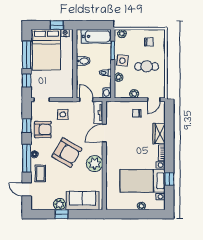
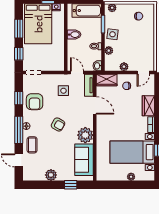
window: (27, 55) -> (19, 29), width x0.69
cafe table: (147, 66) -> (136, 40), removed
wardrobe: (116, 107) -> (107, 80), added
side table: (63, 114) -> (63, 91), moved
armchair: (43, 129) -> (35, 102), turned 90
door: (104, 133) -> (95, 105), swing flipped
armchair: (67, 153) -> (58, 124), width x0.53, depth x0.53
sofa: (82, 201) -> (84, 160), moved, turned -90
window: (62, 214) -> (71, 185), moved

